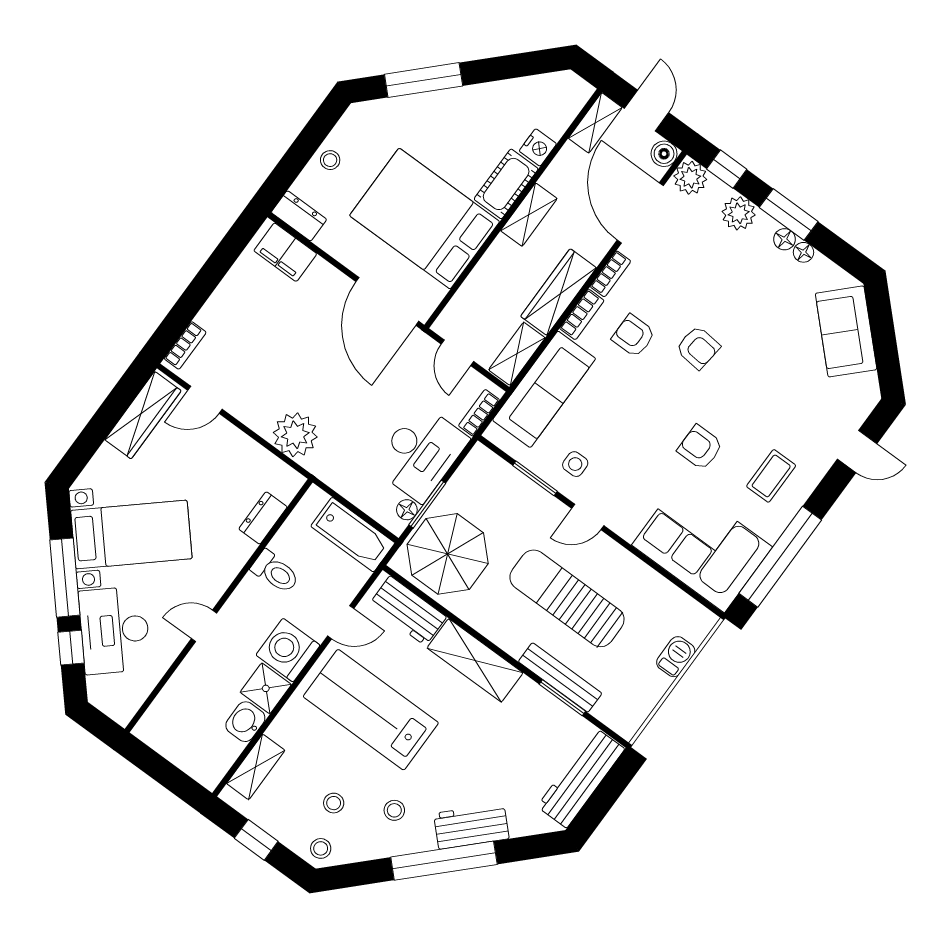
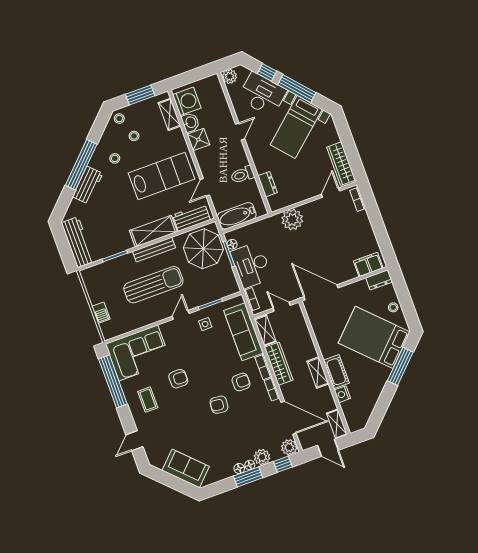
boiler: (664, 154) -> (306, 443), removed
bed: (425, 219) -> (374, 337), moved, turned -135
floor lamp: (804, 252) -> (250, 465), moved
washing machine: (288, 650) -> (187, 101), moved
bench: (560, 677) -> (154, 250), moved
plant: (121, 707) -> (229, 76), added
window: (256, 840) -> (140, 95), width x1.50

